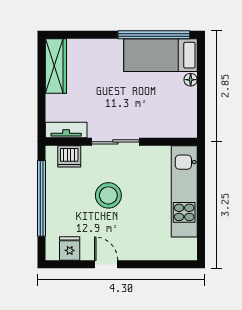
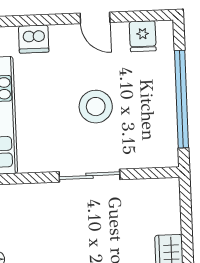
tv unit: (66, 130) -> (153, 188), removed
dishwasher: (69, 156) -> (34, 39), moved, turned 180

